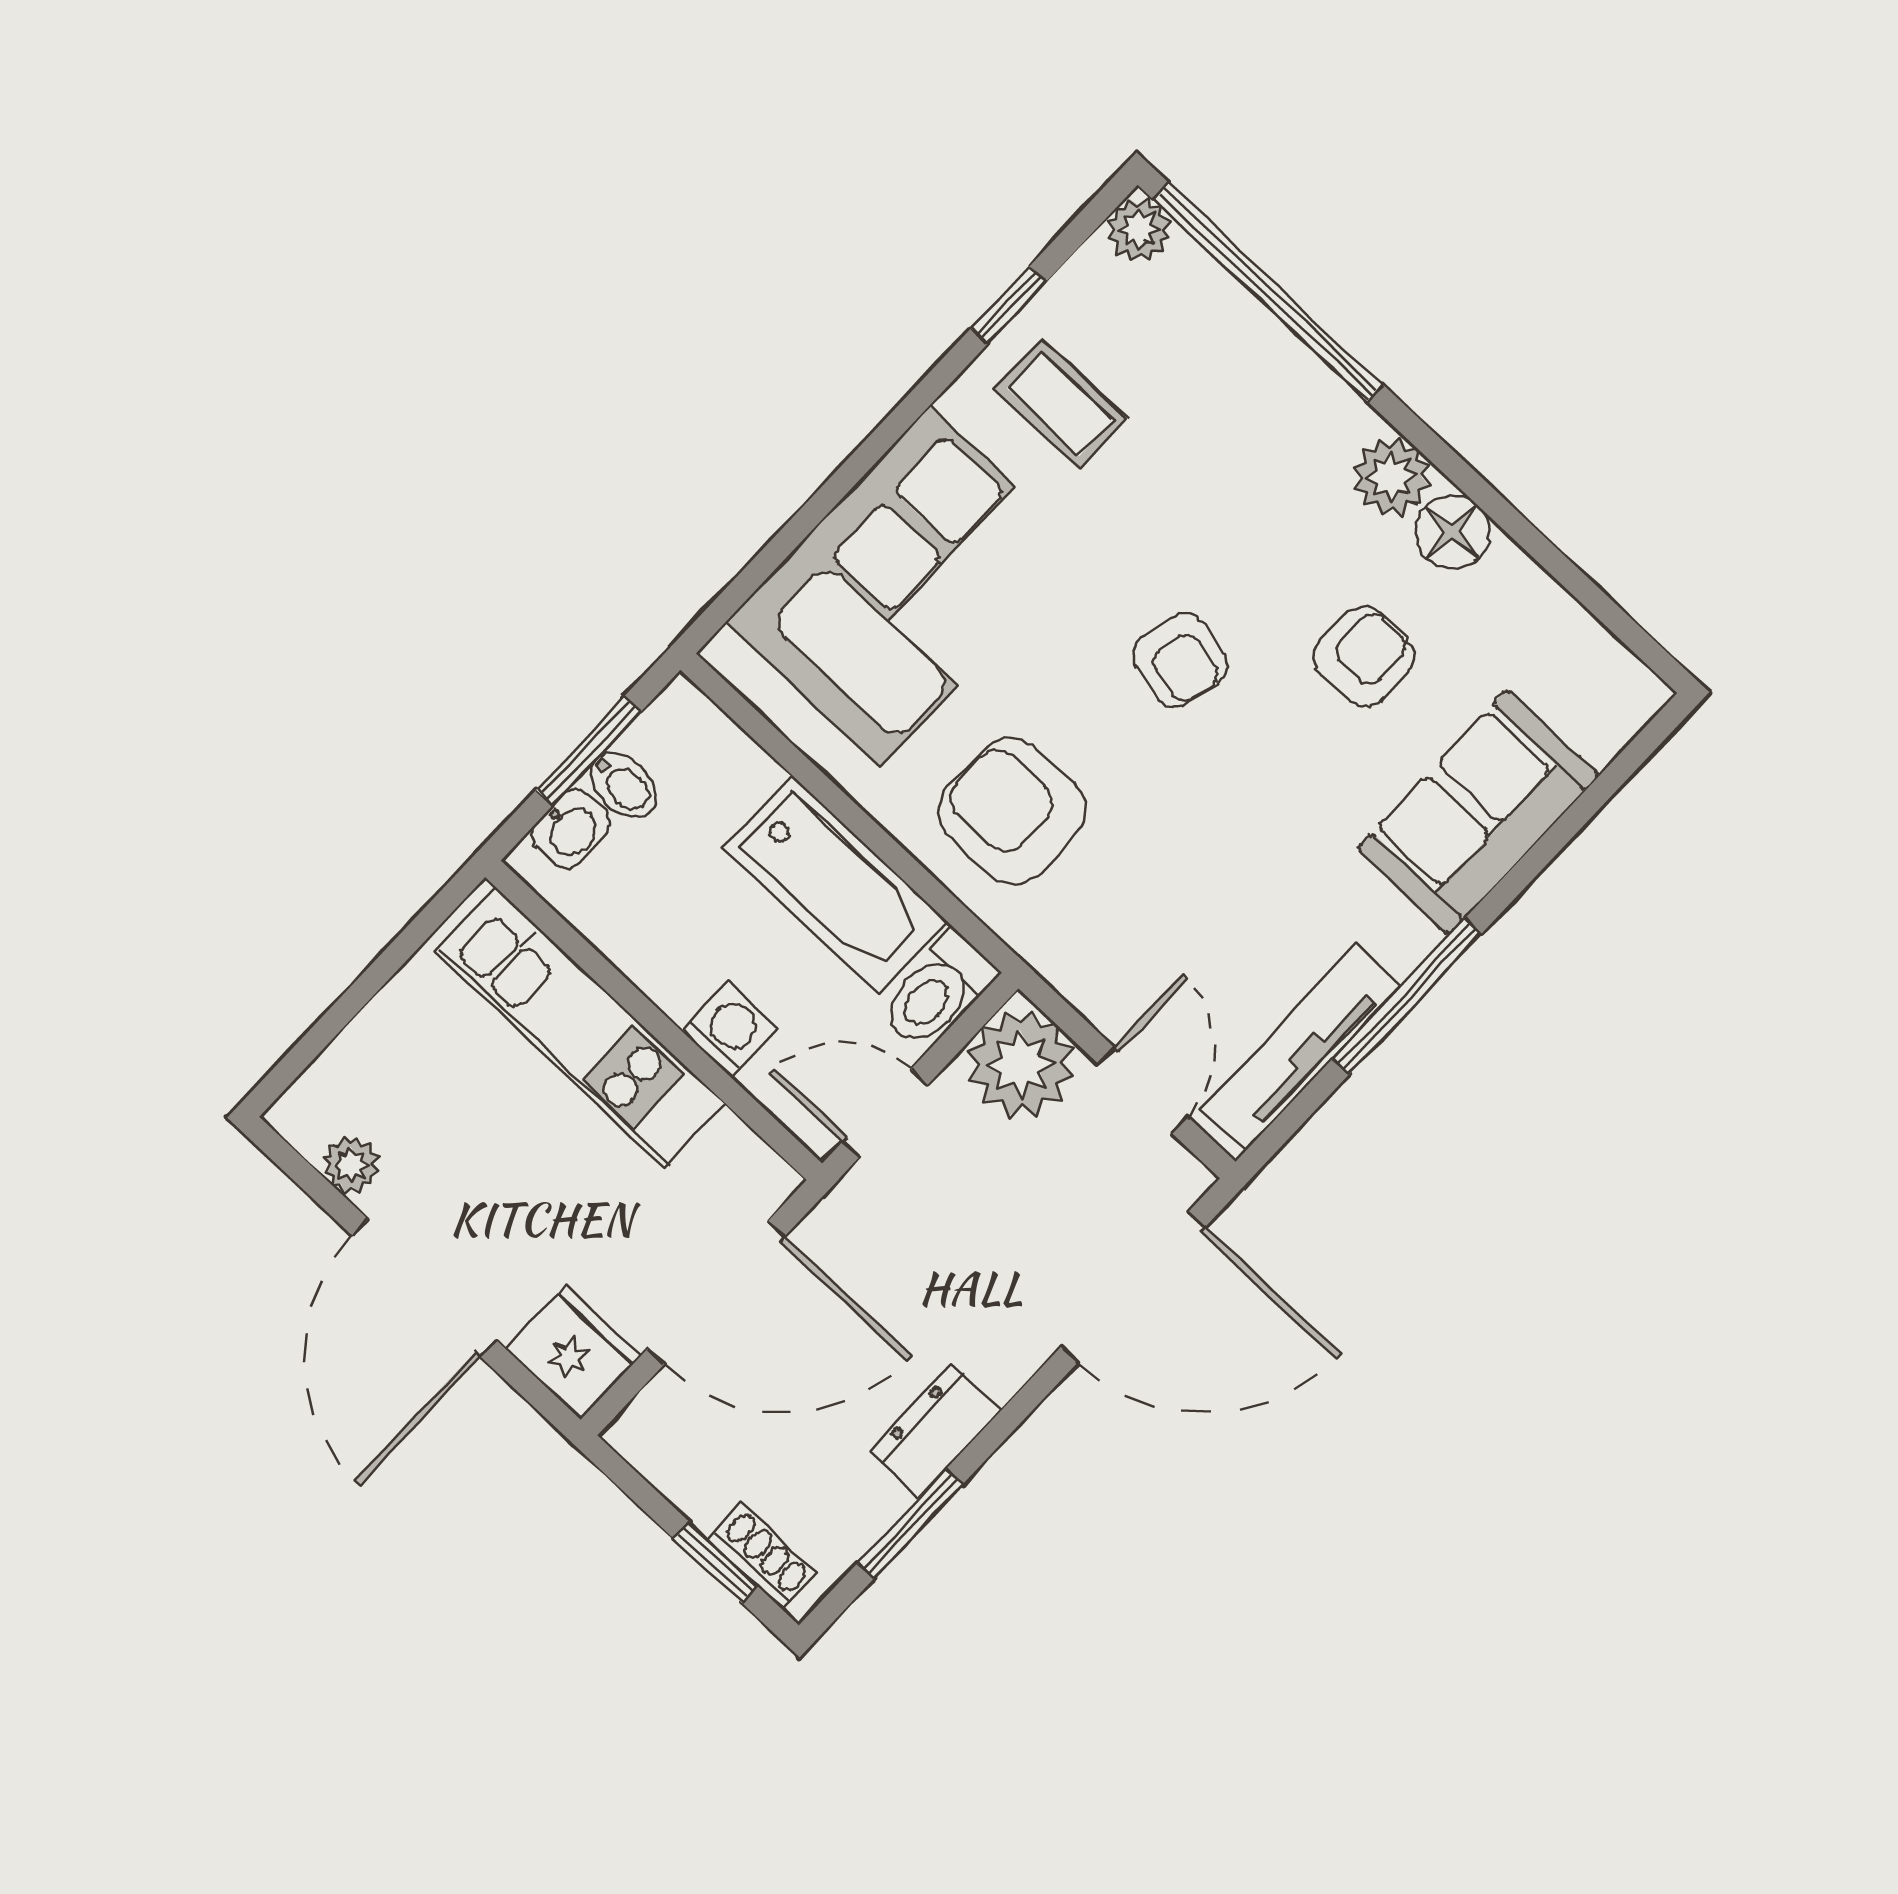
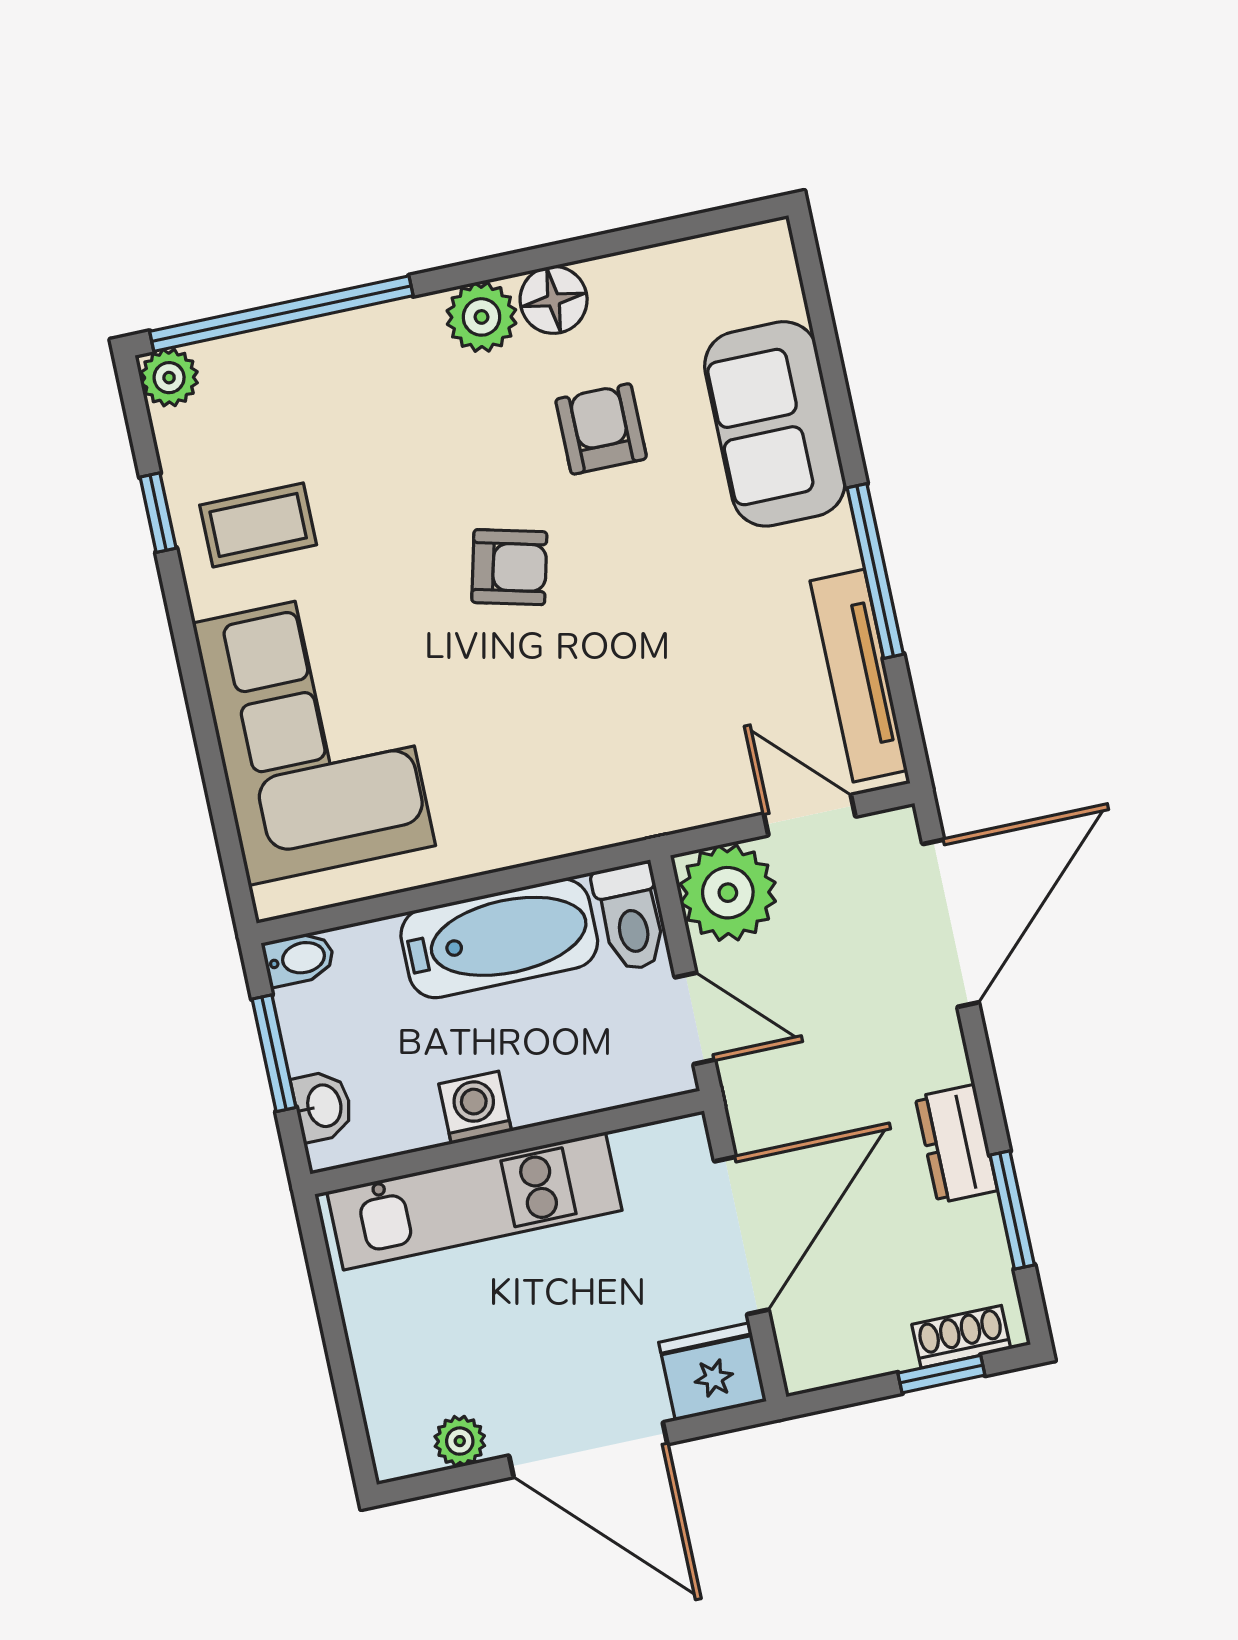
bidet: (623, 785) -> (299, 959), moved
armchair: (1012, 811) -> (536, 769), removed
washing machine: (730, 1030) -> (475, 1108), moved
door: (885, 1113) -> (695, 1018), swing flipped

